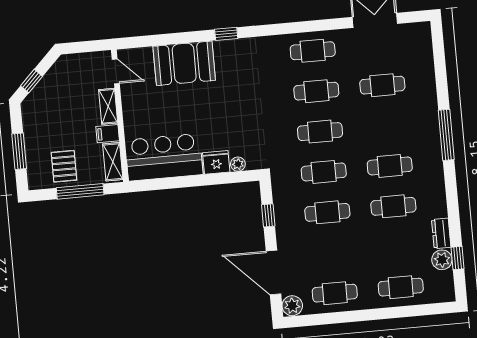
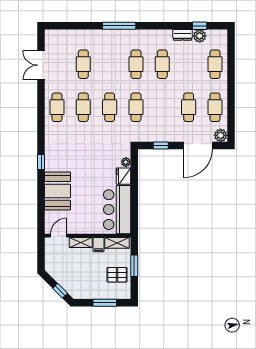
window: (80, 191) -> (134, 266), width x0.69
cafe table: (327, 212) -> (189, 107), moved

